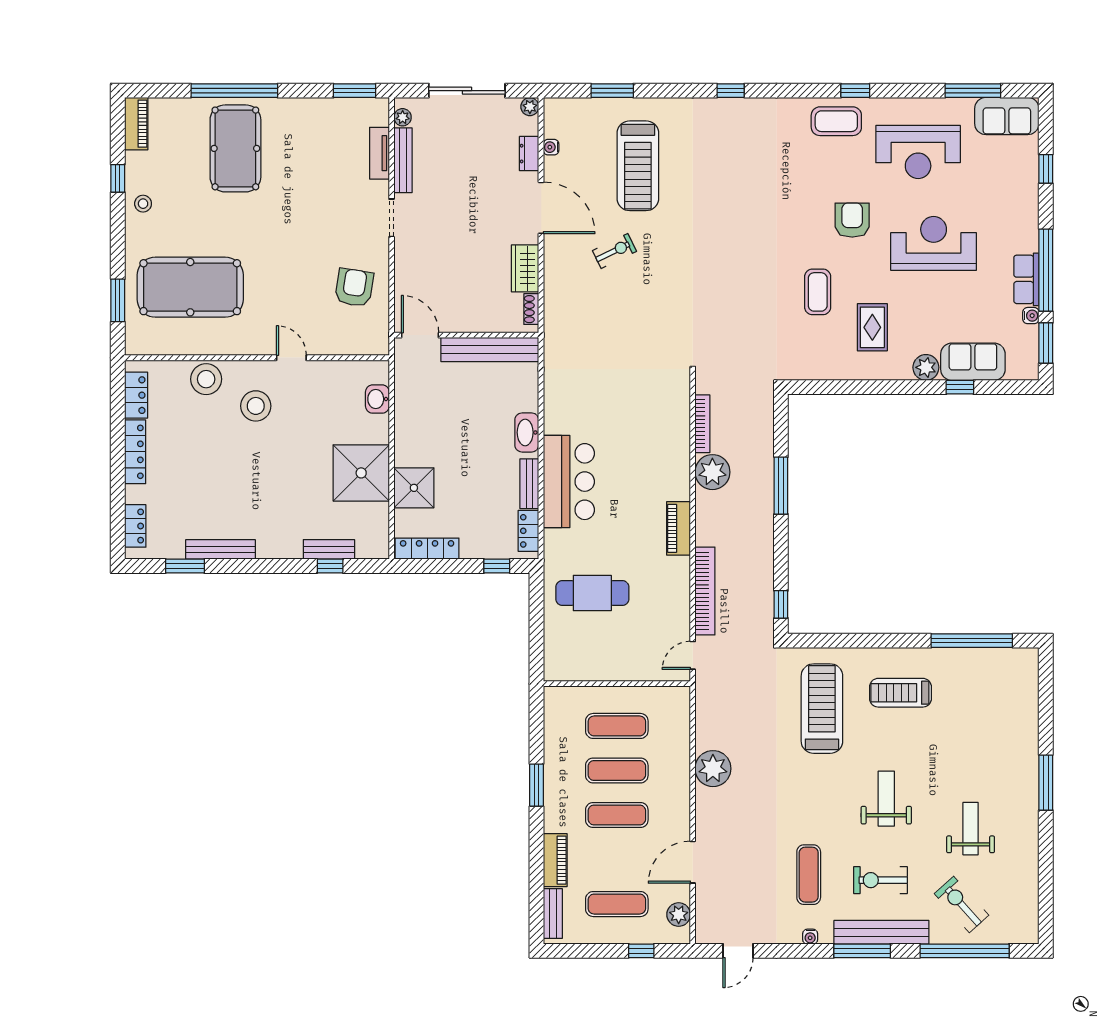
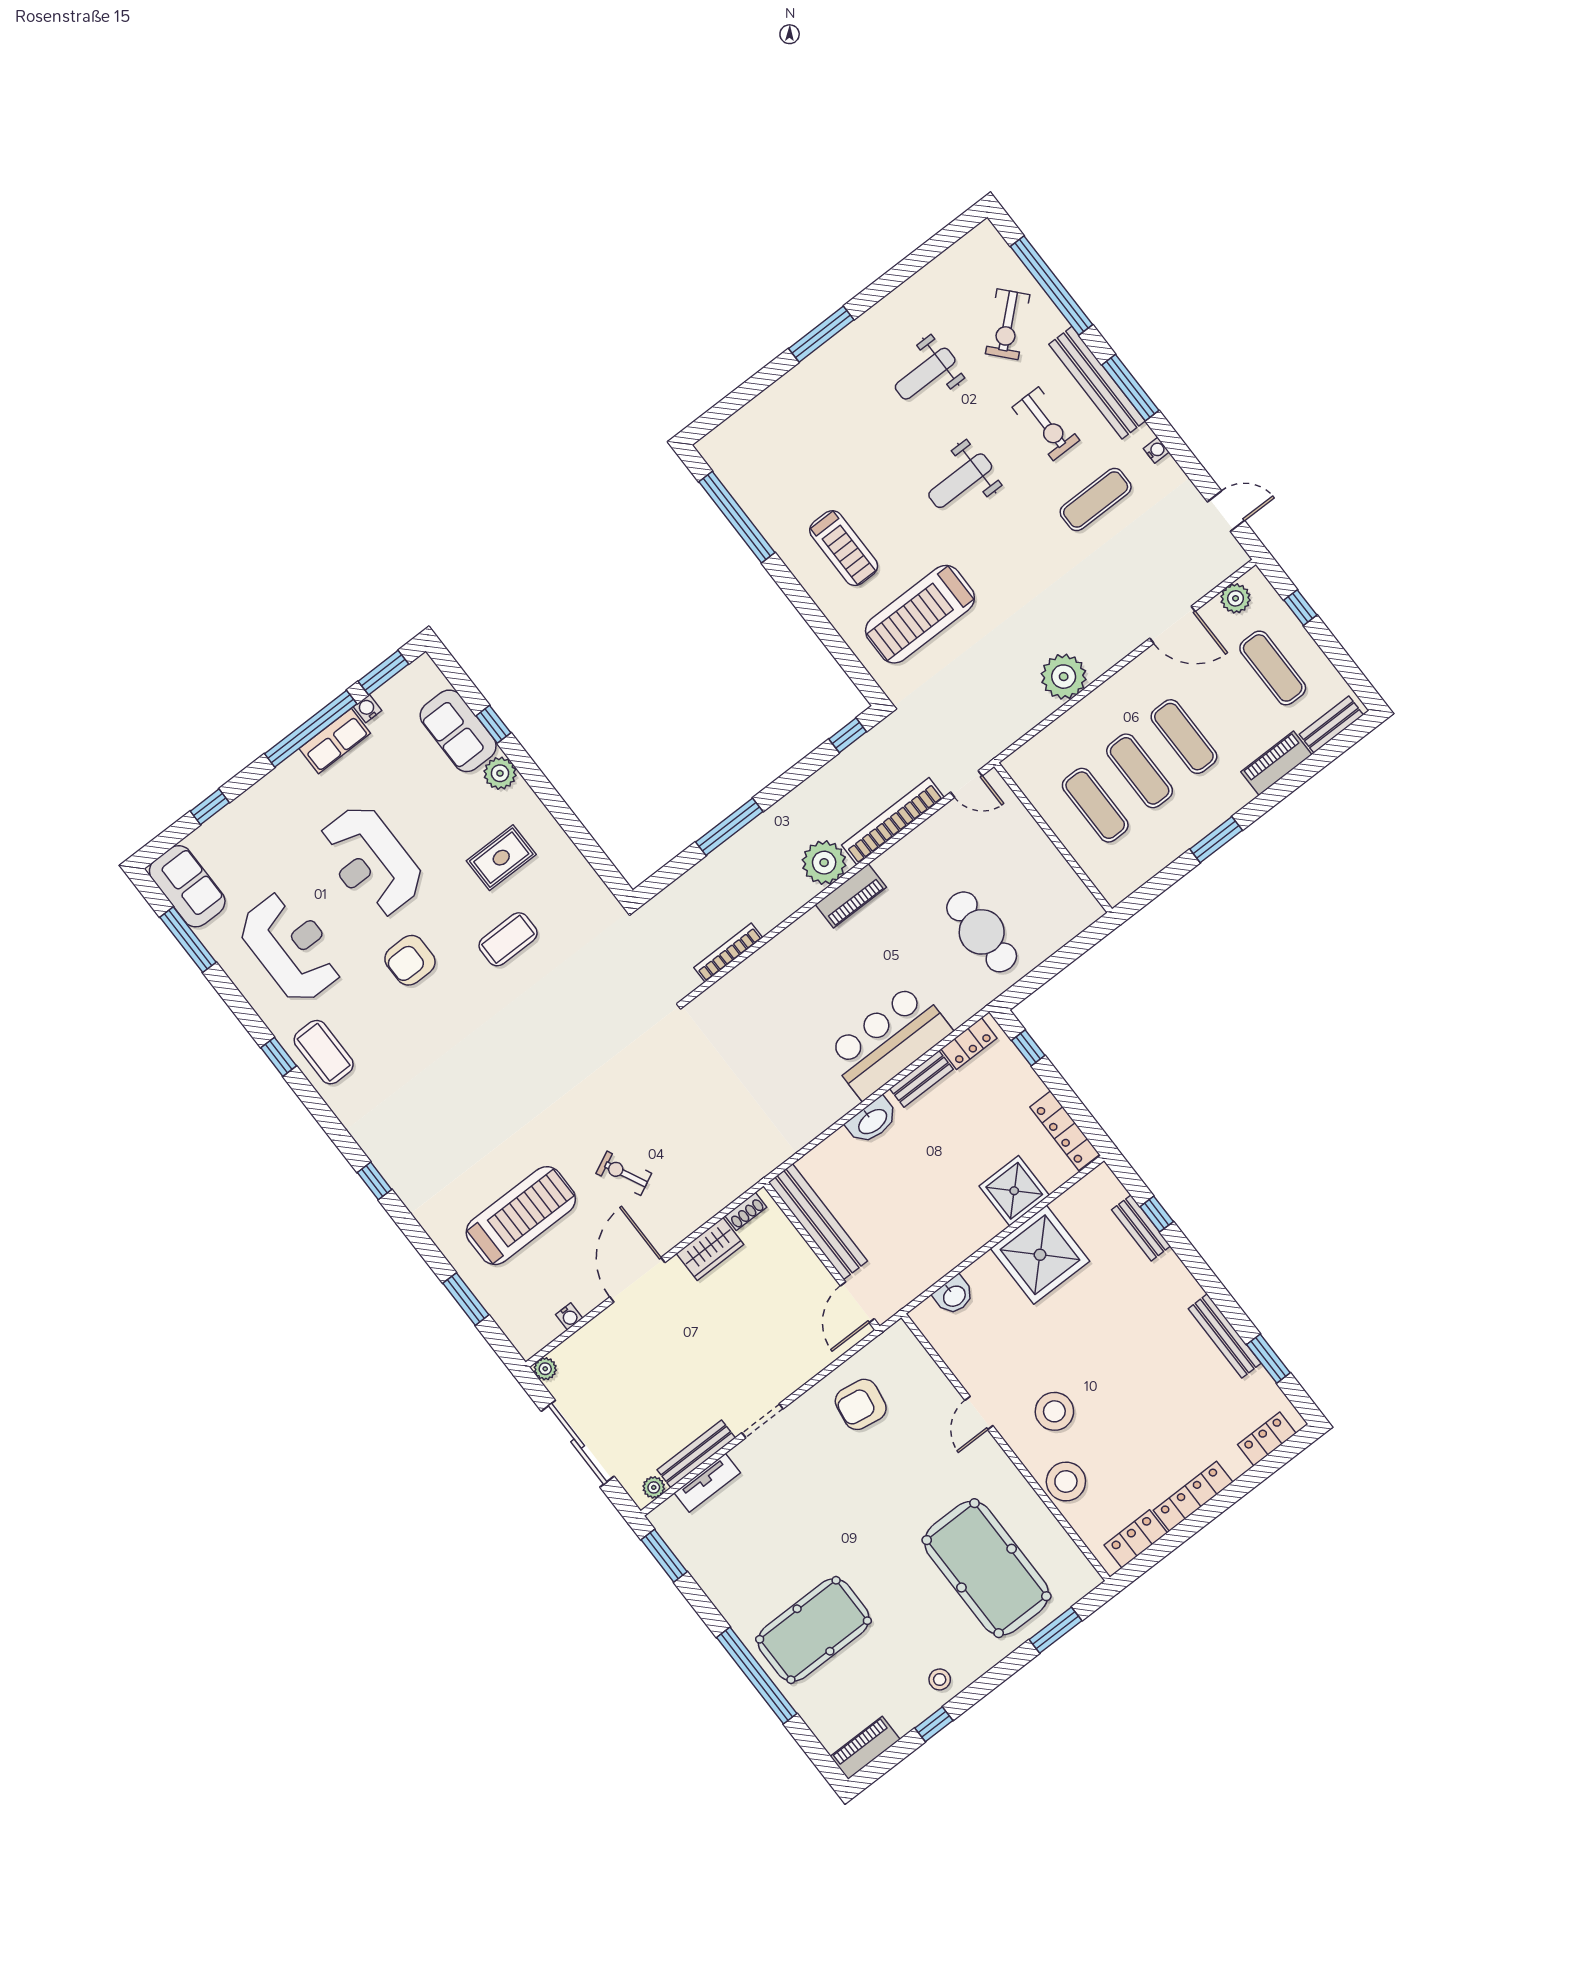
dresser: (529, 154) -> (592, 1333), removed
plant: (712, 472) -> (824, 863), moved

